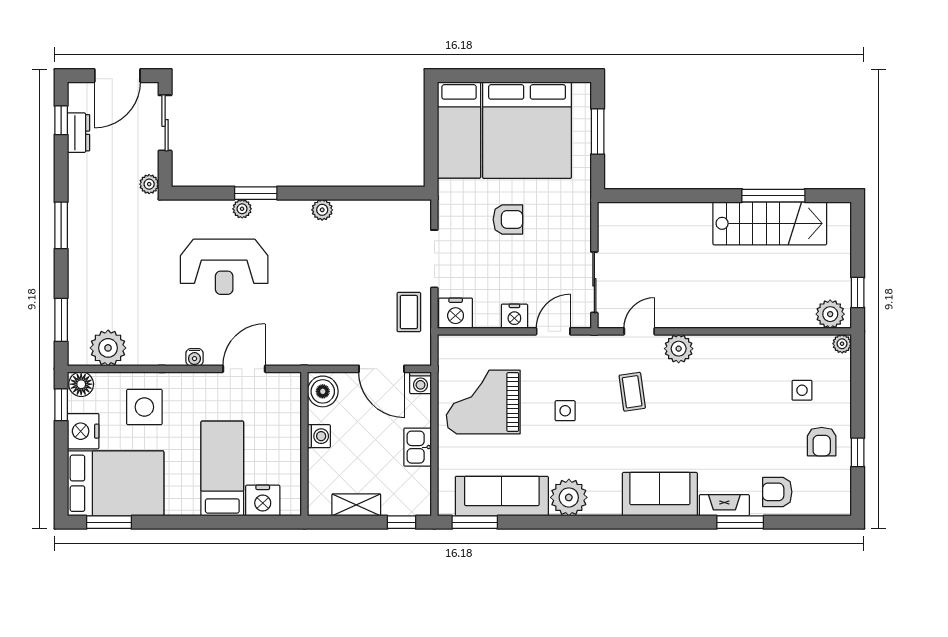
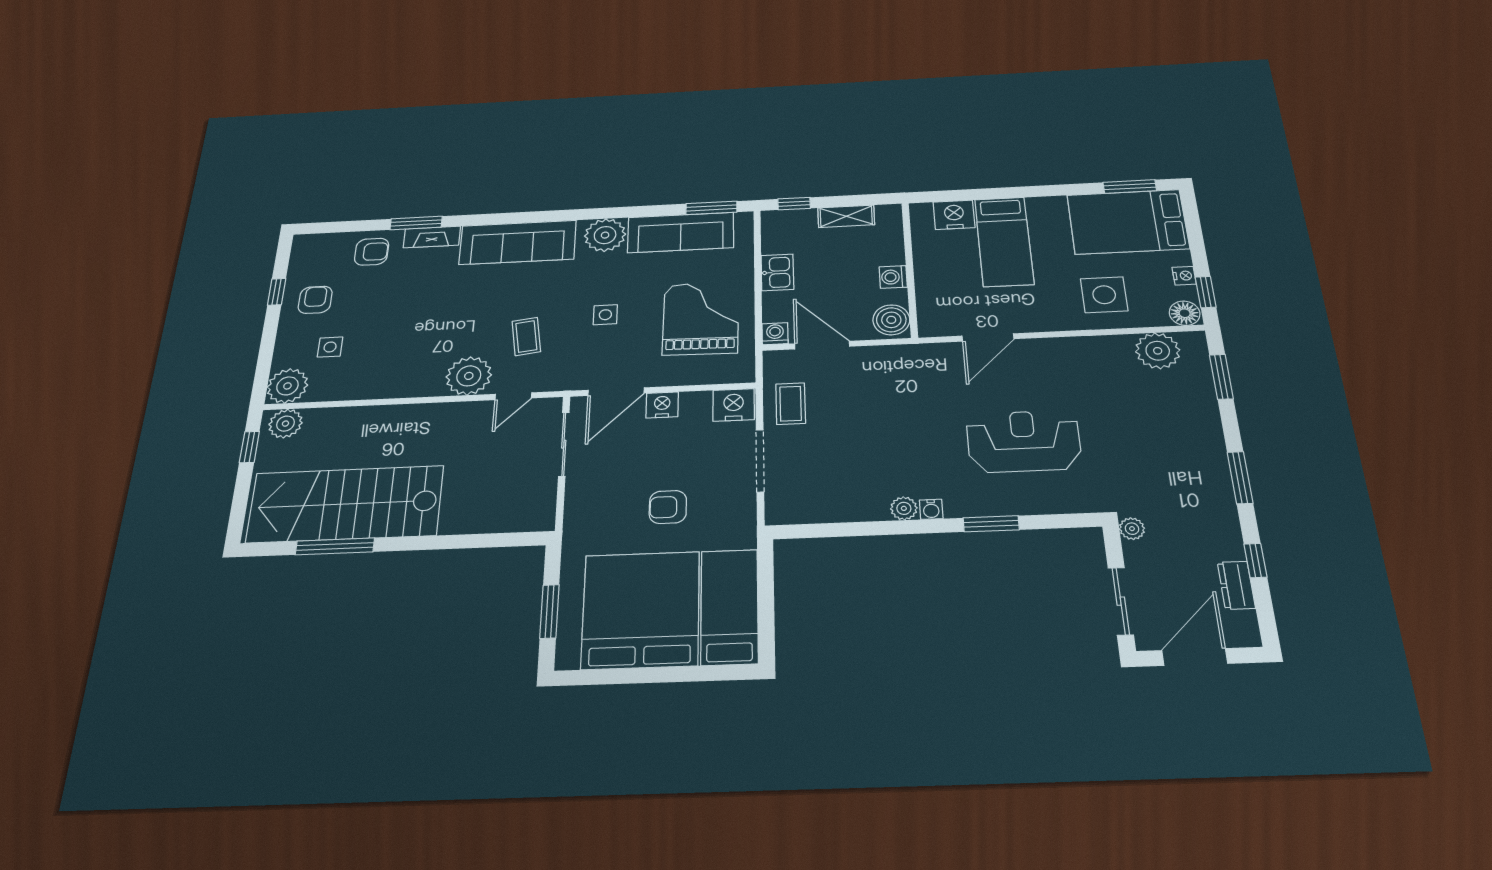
window: (61, 120) -> (1255, 560), moved
plant: (242, 209) -> (1007, 505), removed
stairs: (770, 223) -> (345, 504), width x1.36, depth x1.51
door: (553, 331) -> (616, 392), width x1.38
plant: (842, 344) -> (287, 386), width x1.88, depth x1.88
plant: (679, 349) -> (469, 376), width x1.36, depth x1.36
water cooler: (194, 357) -> (931, 509), moved, turned 180
grand piano: (483, 402) -> (701, 319), turned -89
nightstand: (83, 431) -> (1184, 276), width x0.53, depth x0.56
sofa: (660, 494) -> (518, 242), width x1.36

